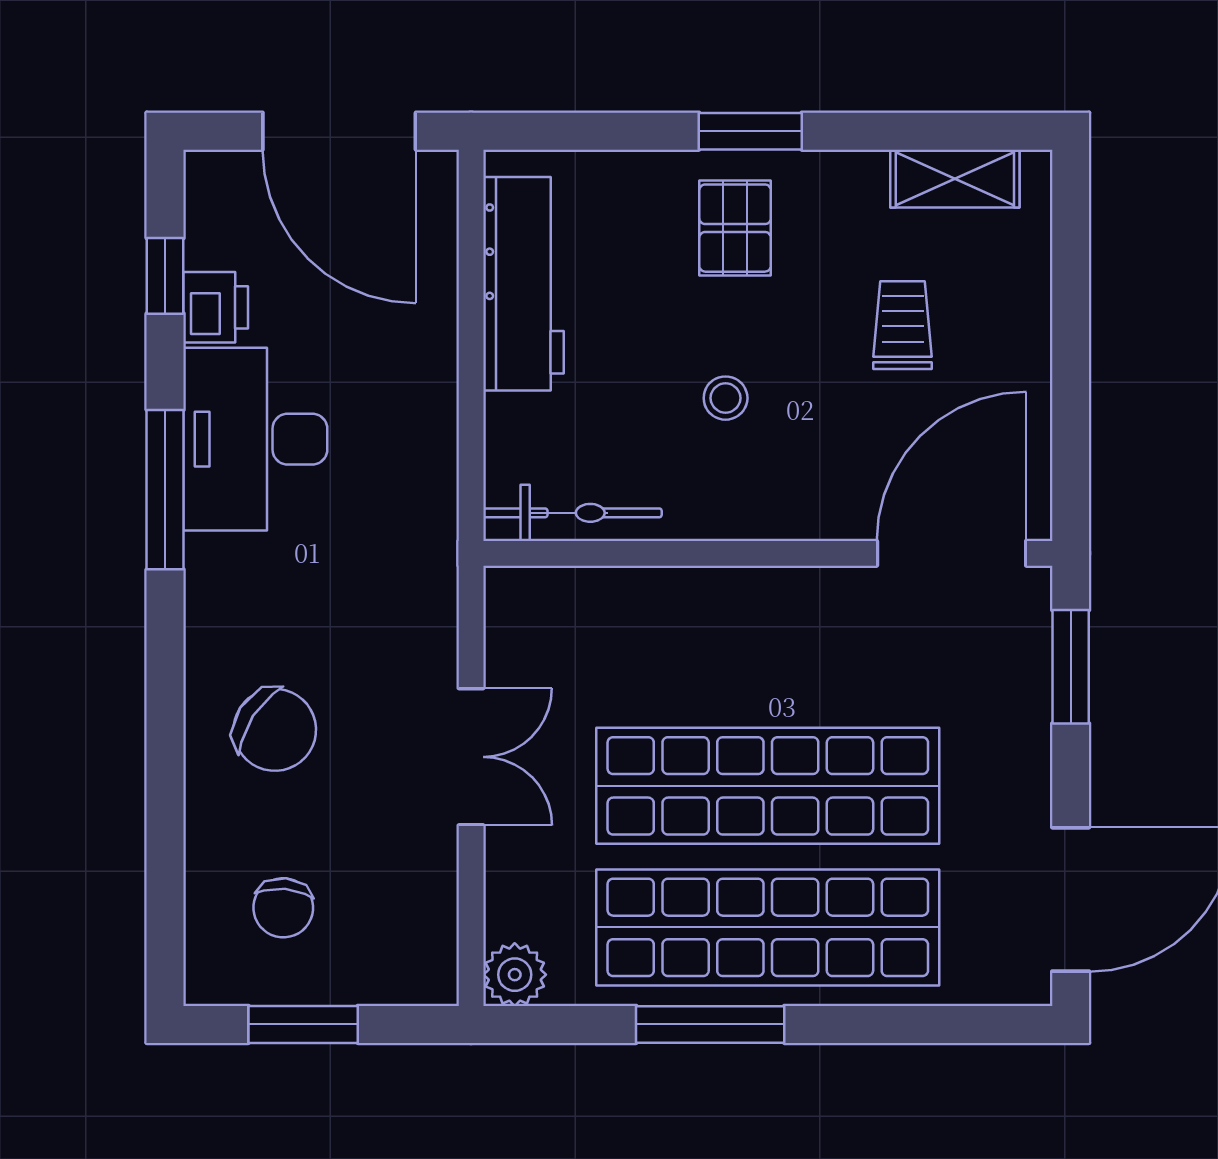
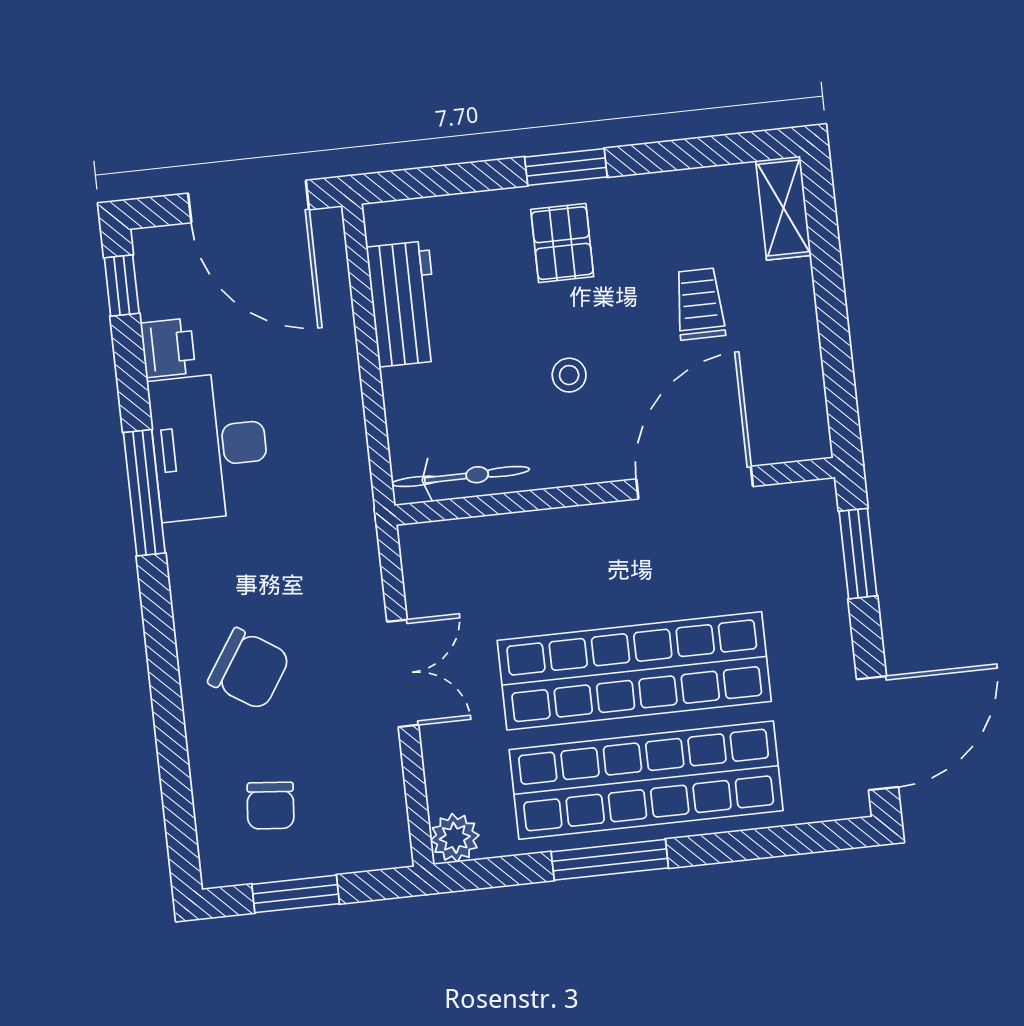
shelving: (955, 179) -> (783, 208), moved, turned 90
window: (165, 276) -> (122, 285), moved
workbench: (523, 284) -> (404, 304), width x0.73
door: (952, 553) -> (695, 483), moved

